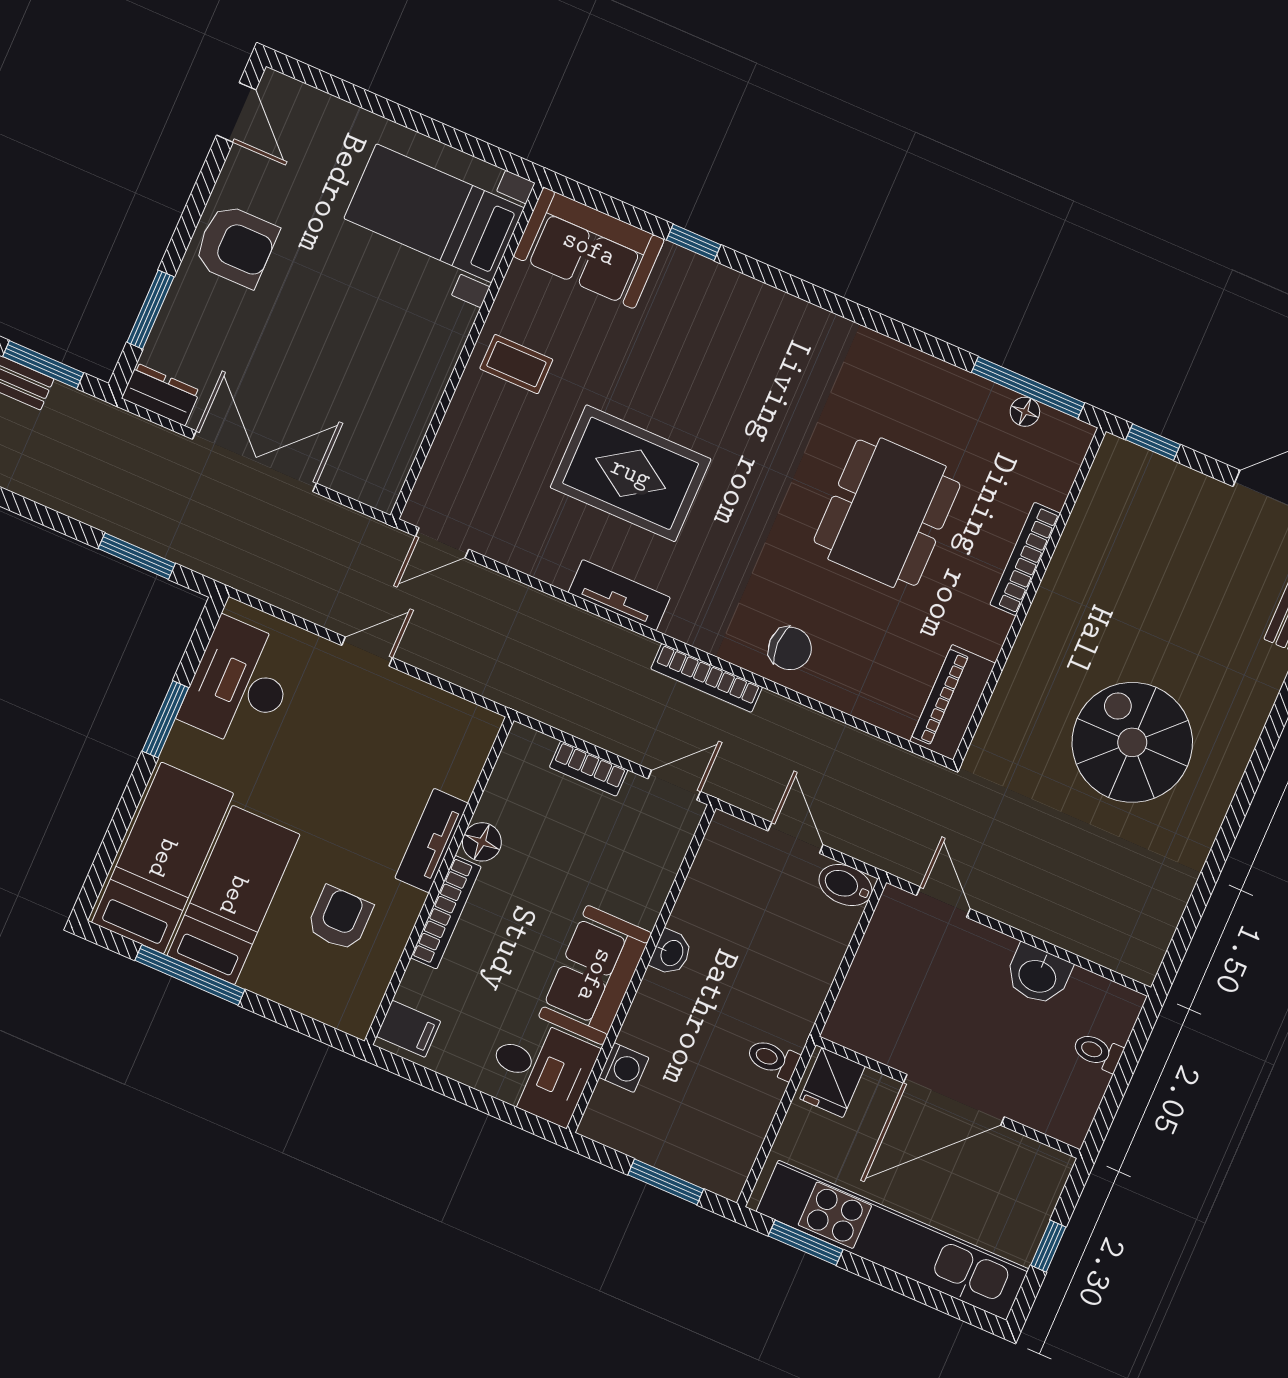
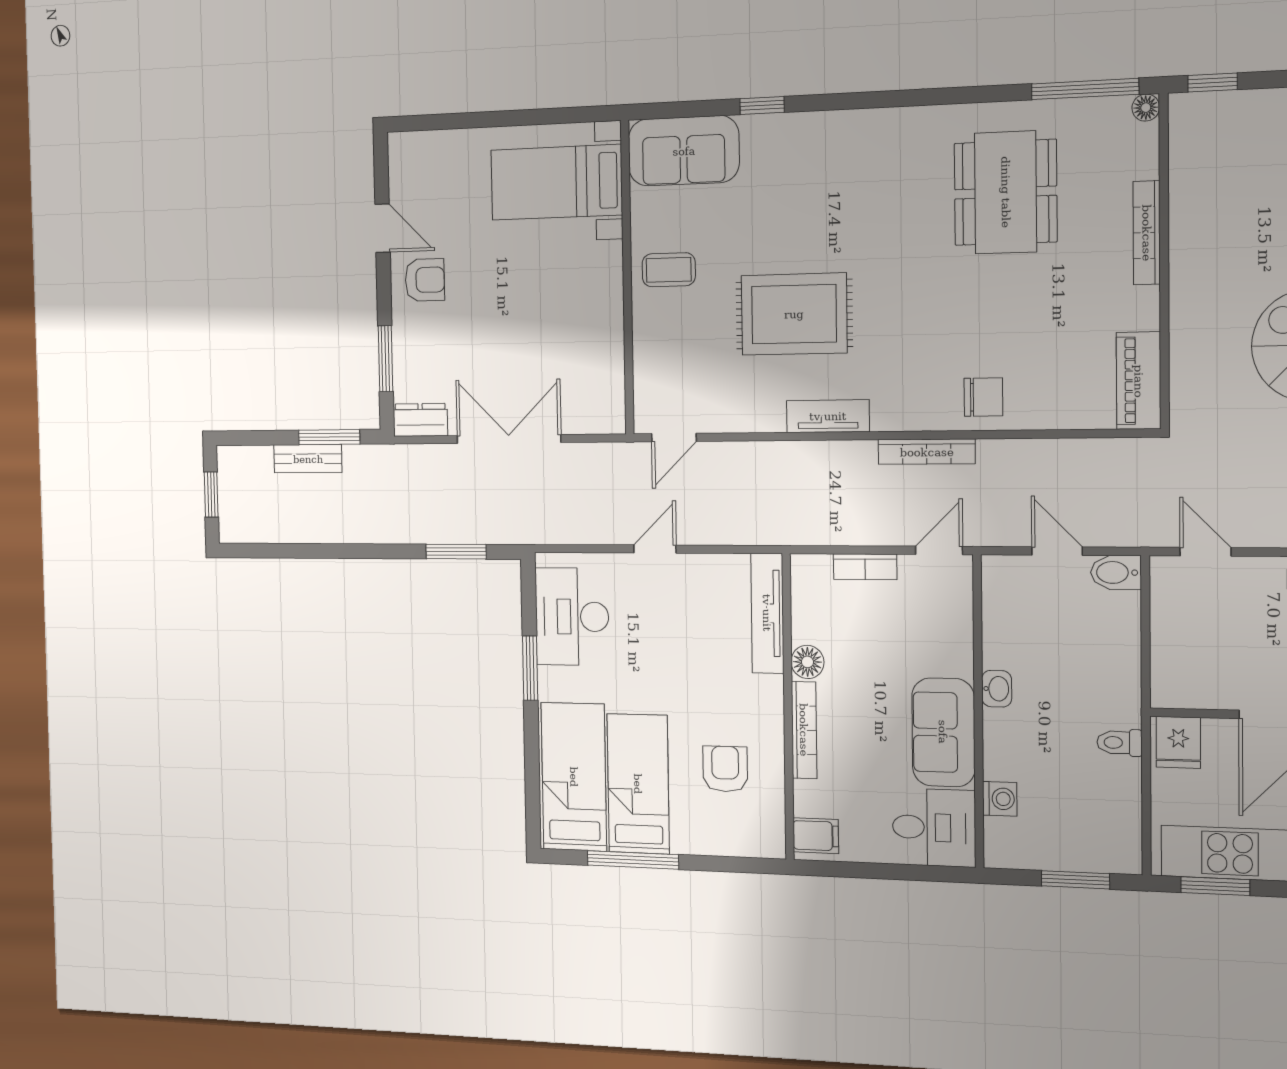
door: (236, 112) -> (383, 228), moved
armchair: (236, 246) -> (425, 280), width x0.72, depth x0.72
floor lamp: (1025, 412) -> (1146, 108), moved
dining table: (887, 513) -> (1006, 192), moved
tv unit: (432, 841) -> (767, 613), moved, width x1.41

